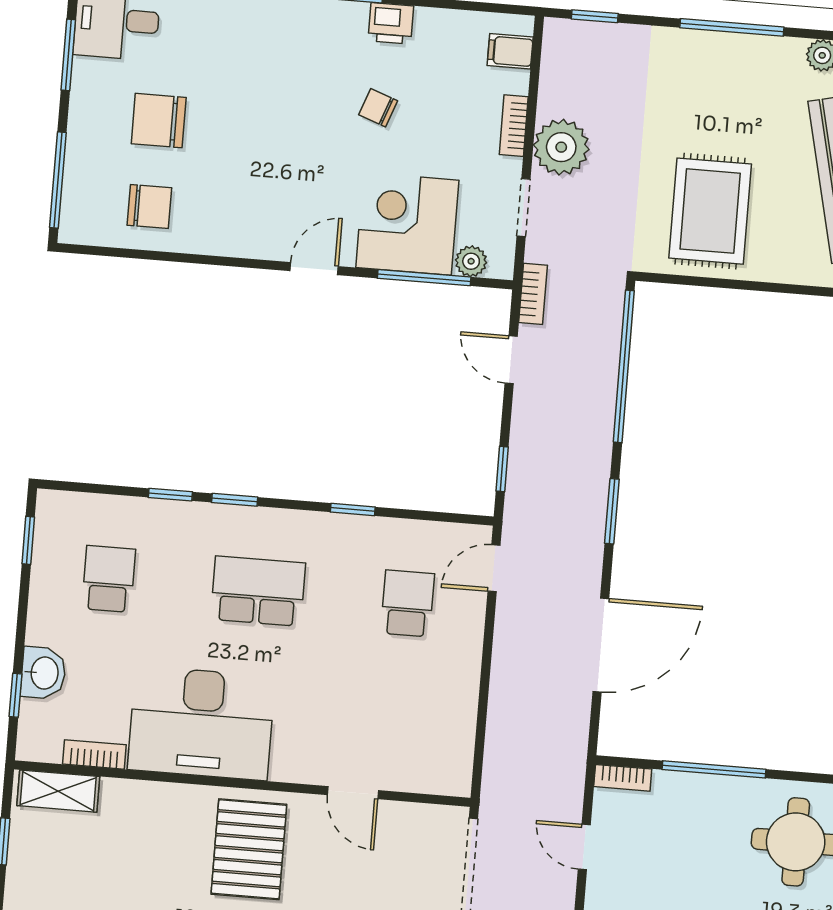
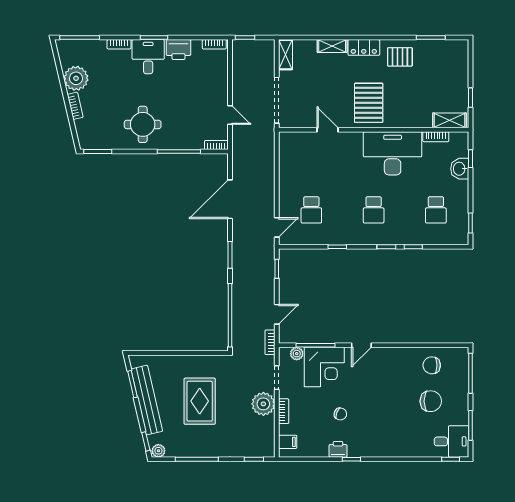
rug: (710, 211) -> (200, 401), moved
door: (511, 360) -> (277, 314), hinge flipped
school desk: (258, 591) -> (374, 210), width x0.54

